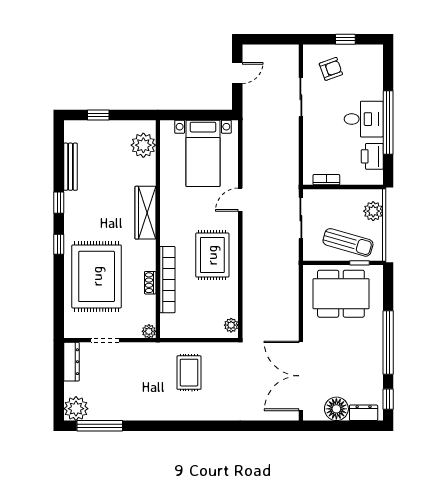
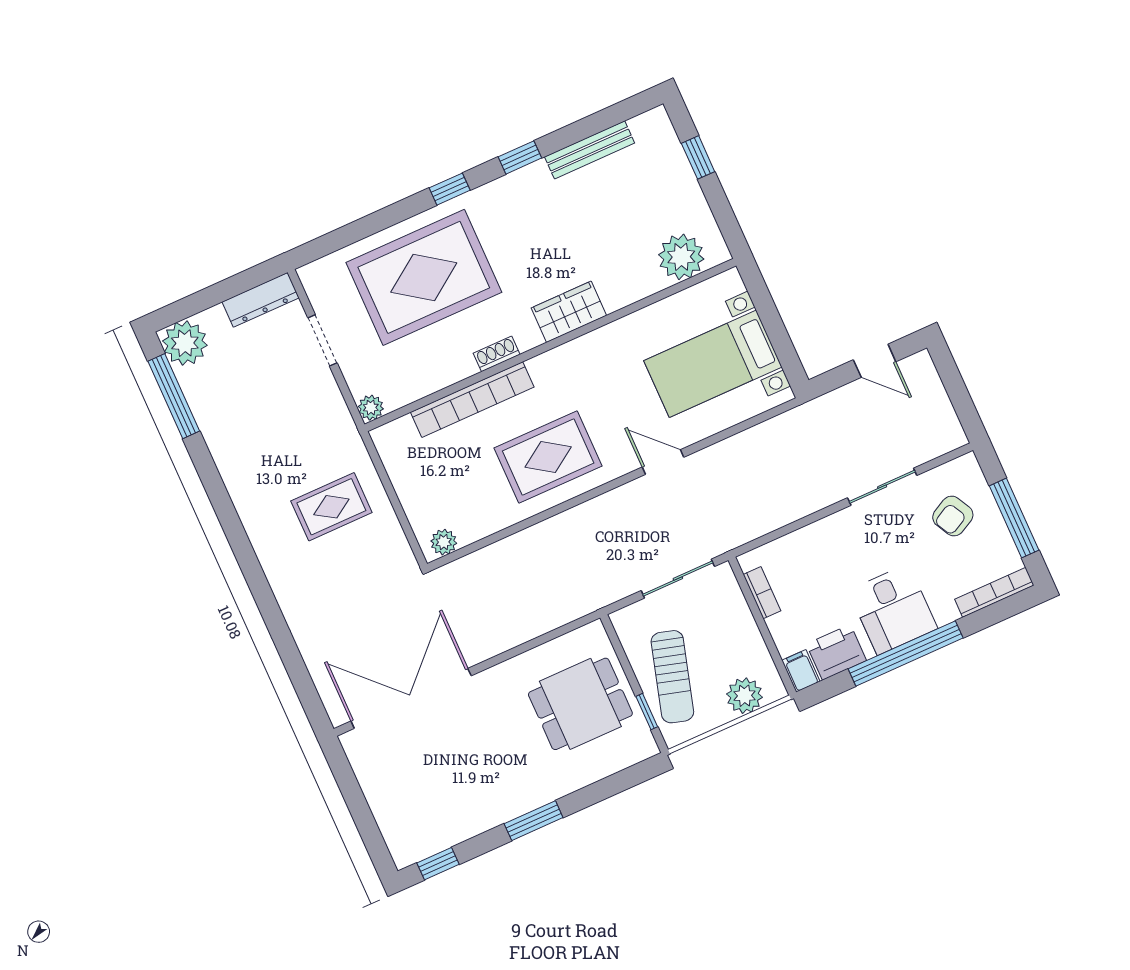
window: (345, 39) -> (1014, 518), width x2.17
bookcase: (378, 65) -> (994, 592), added
armchair: (331, 69) -> (953, 516), turned 82
filing cabinet: (374, 178) -> (801, 671), added
wardrobe: (145, 213) -> (569, 312), width x0.67
shoe rack: (150, 283) -> (497, 354), moved
dining table: (341, 294) -> (580, 704), width x0.73
window: (388, 343) -> (534, 821), width x0.47
floor lamp: (336, 409) -> (382, 784), removed
dresser: (364, 413) -> (396, 833), removed

